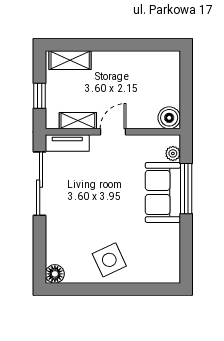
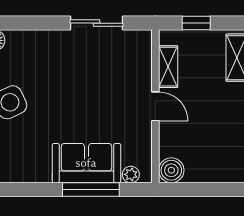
tv unit: (67, 143) -> (143, 55), removed
sliding door: (40, 184) -> (97, 23), width x0.73

